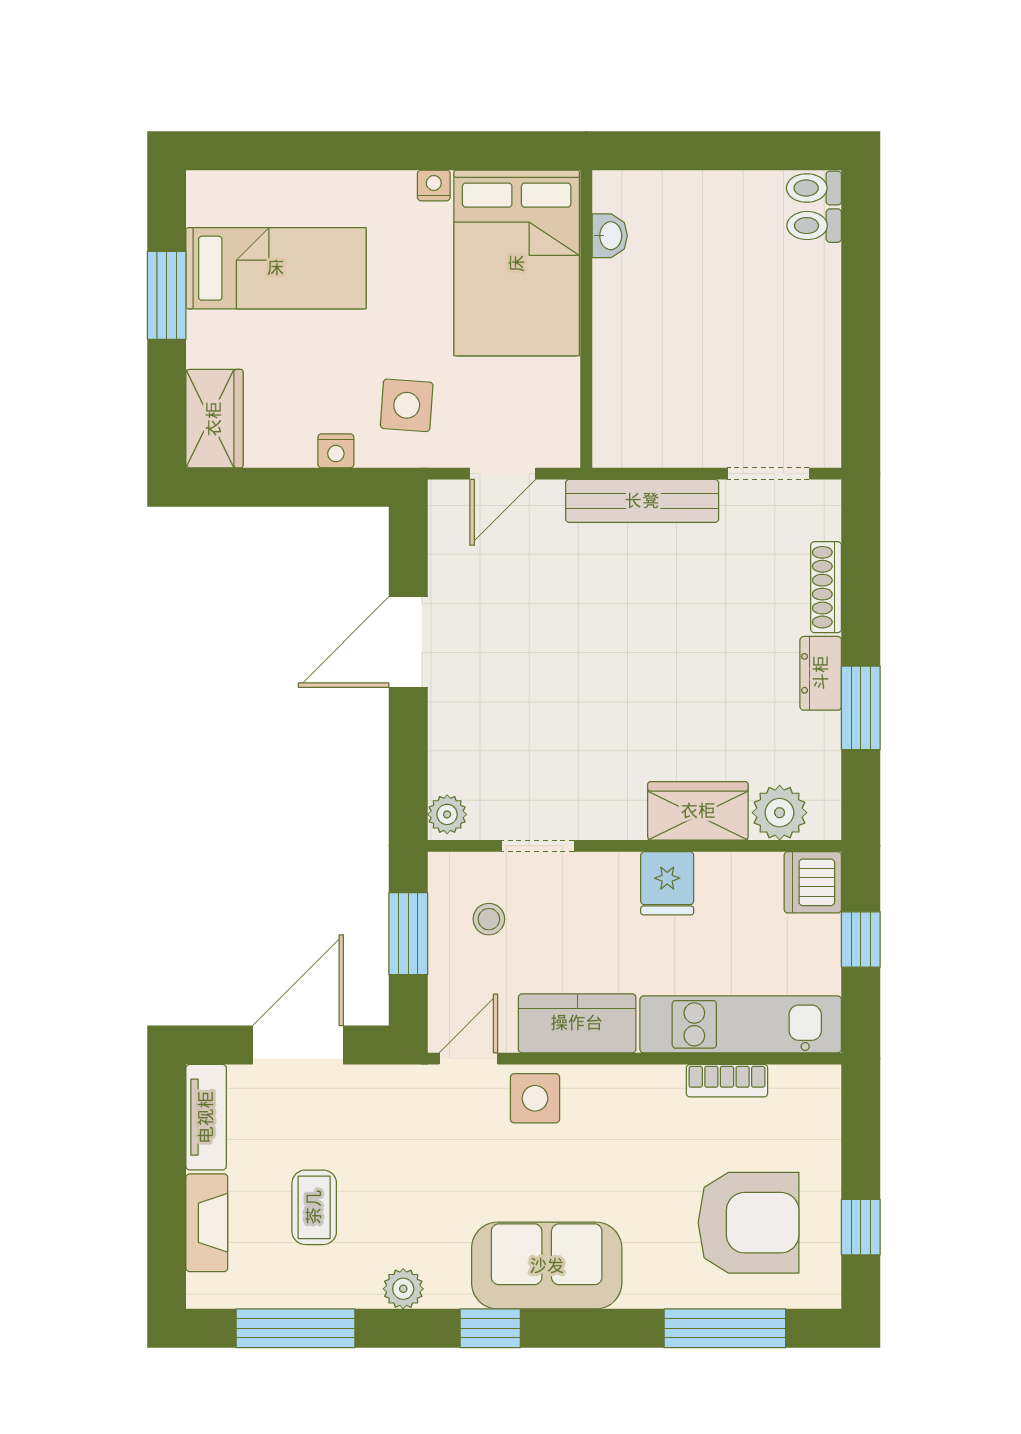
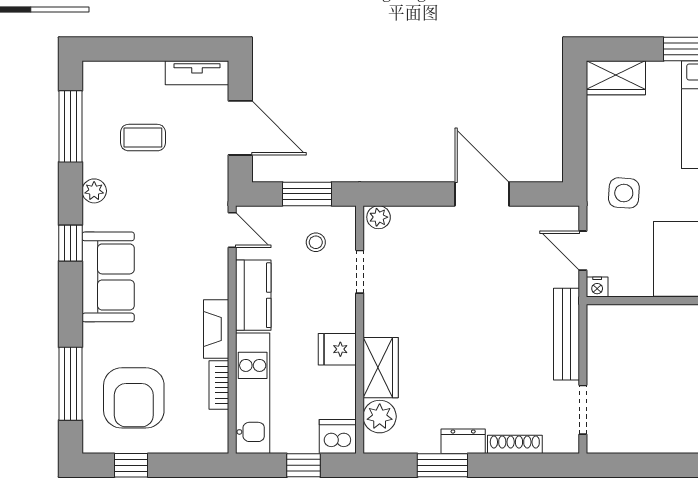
nightstand: (336, 451) -> (597, 287), moved, turned -90
side table: (535, 1098) -> (208, 270), removed
fireplace: (207, 1223) -> (216, 329), moved, turned 90

